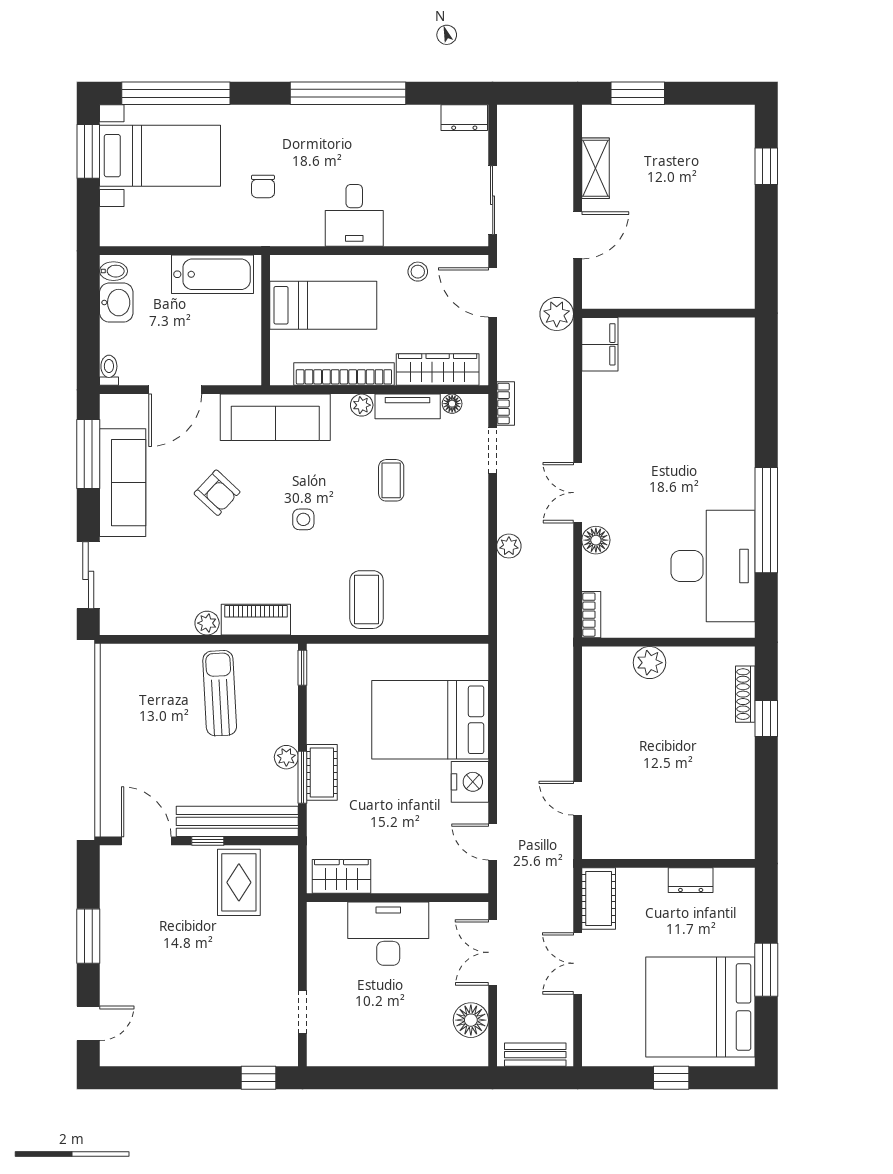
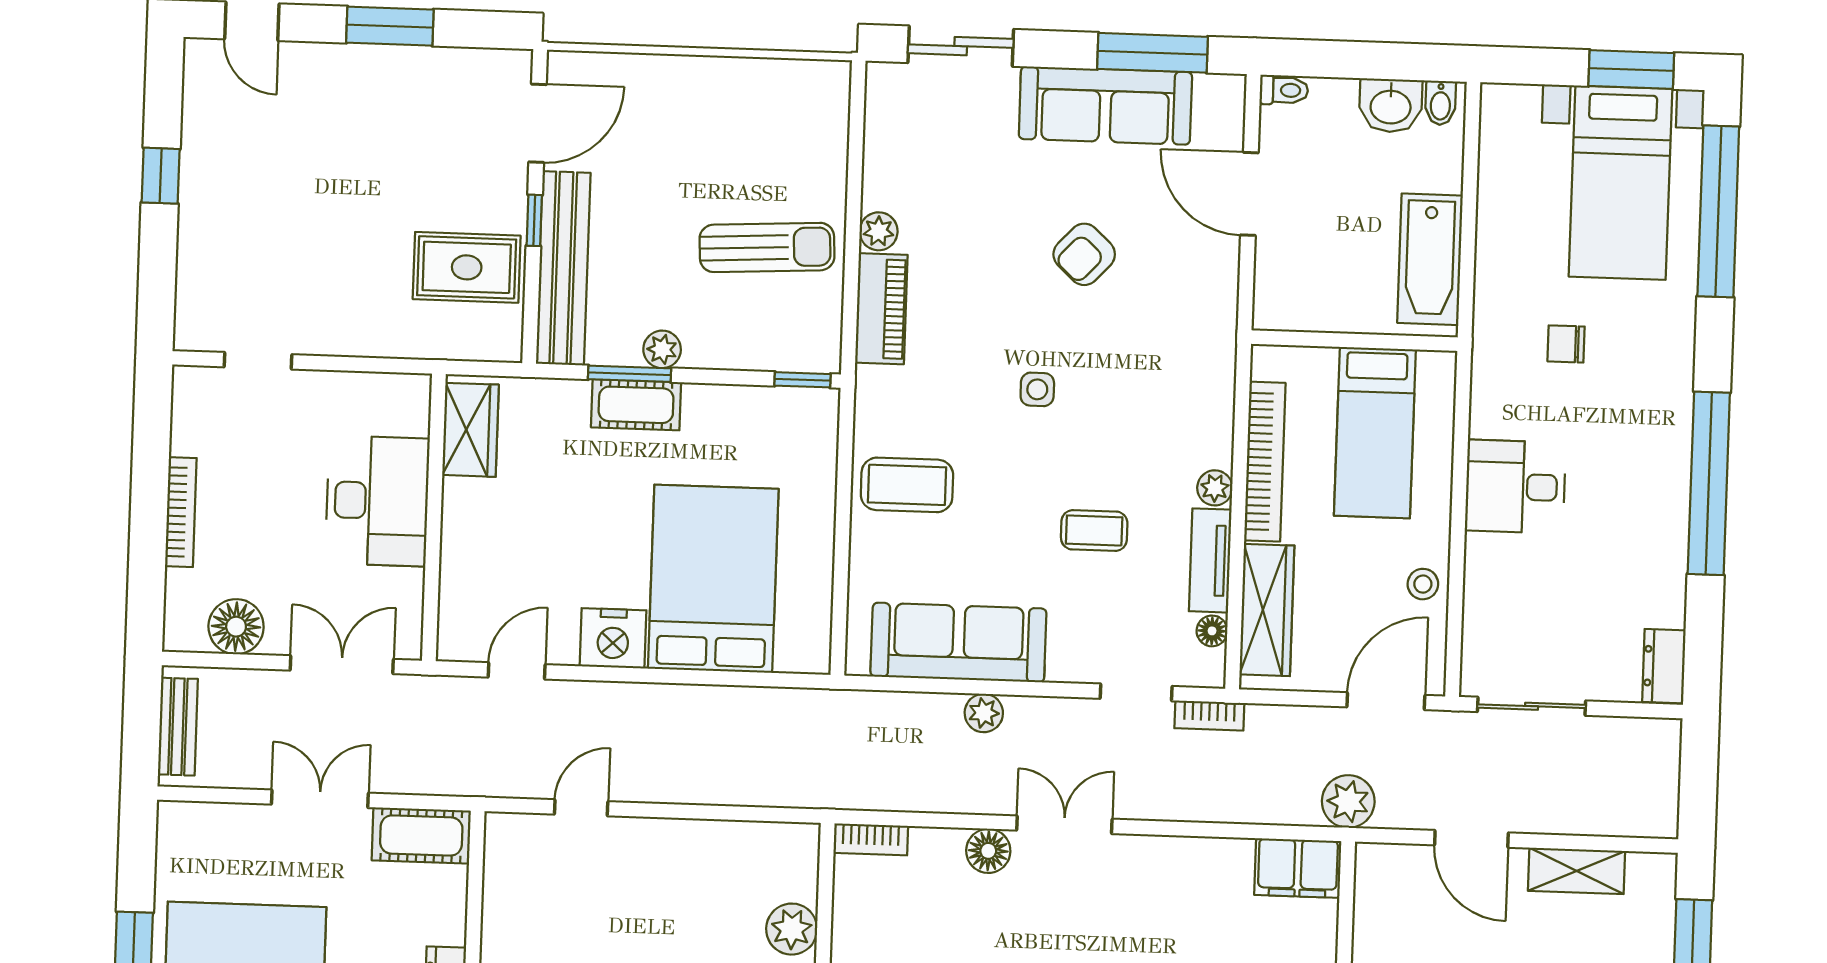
sofa: (275, 417) -> (958, 643), moved, turned 90
bookcase: (400, 1057) -> (181, 512), added
window: (258, 1078) -> (161, 176), moved

